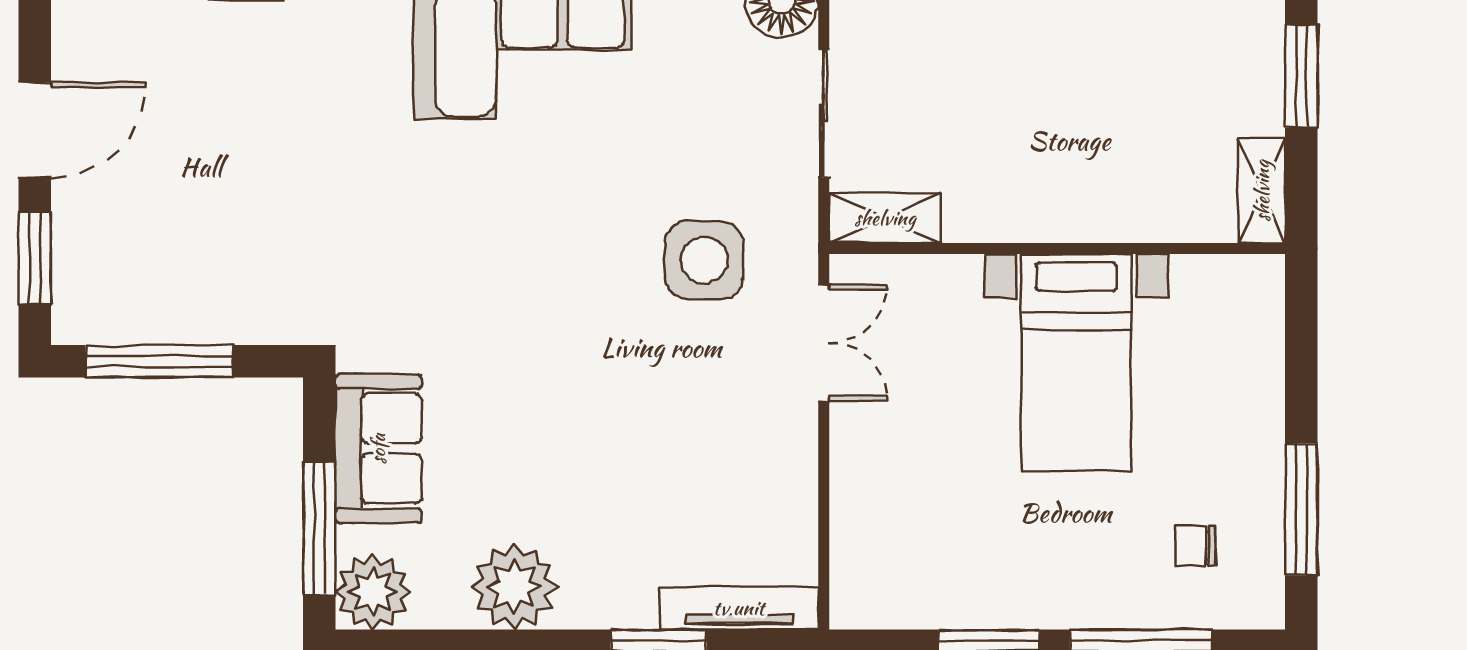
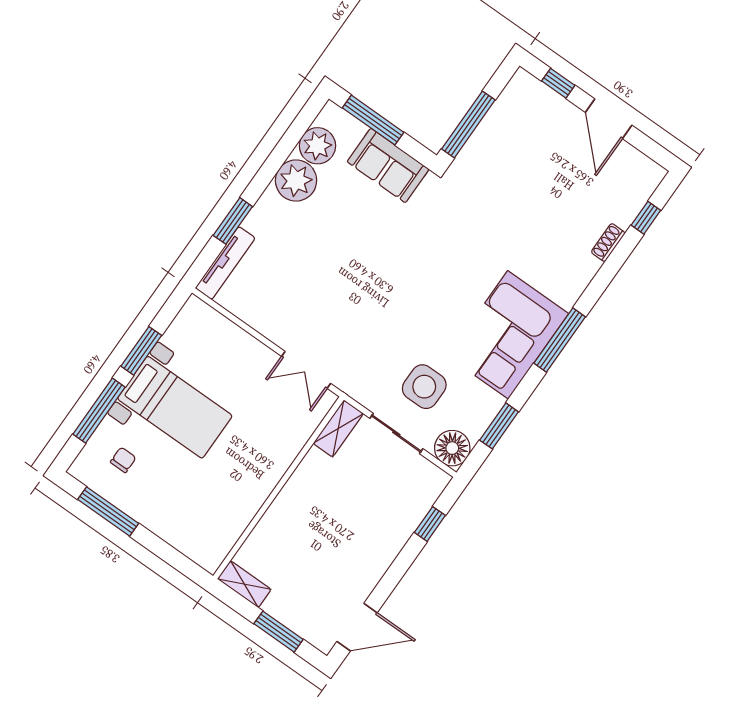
window: (35, 258) -> (558, 83), width x0.67
side table: (704, 260) -> (424, 387), moved
window: (159, 361) -> (468, 124), moved
bed with nightstands: (1076, 363) -> (175, 407), moved, turned 180
plant: (373, 592) -> (317, 146), moved

